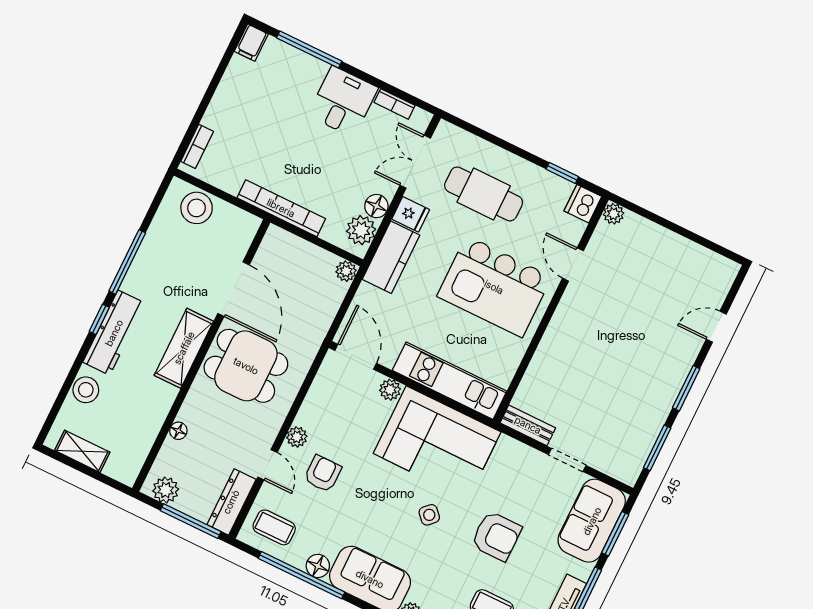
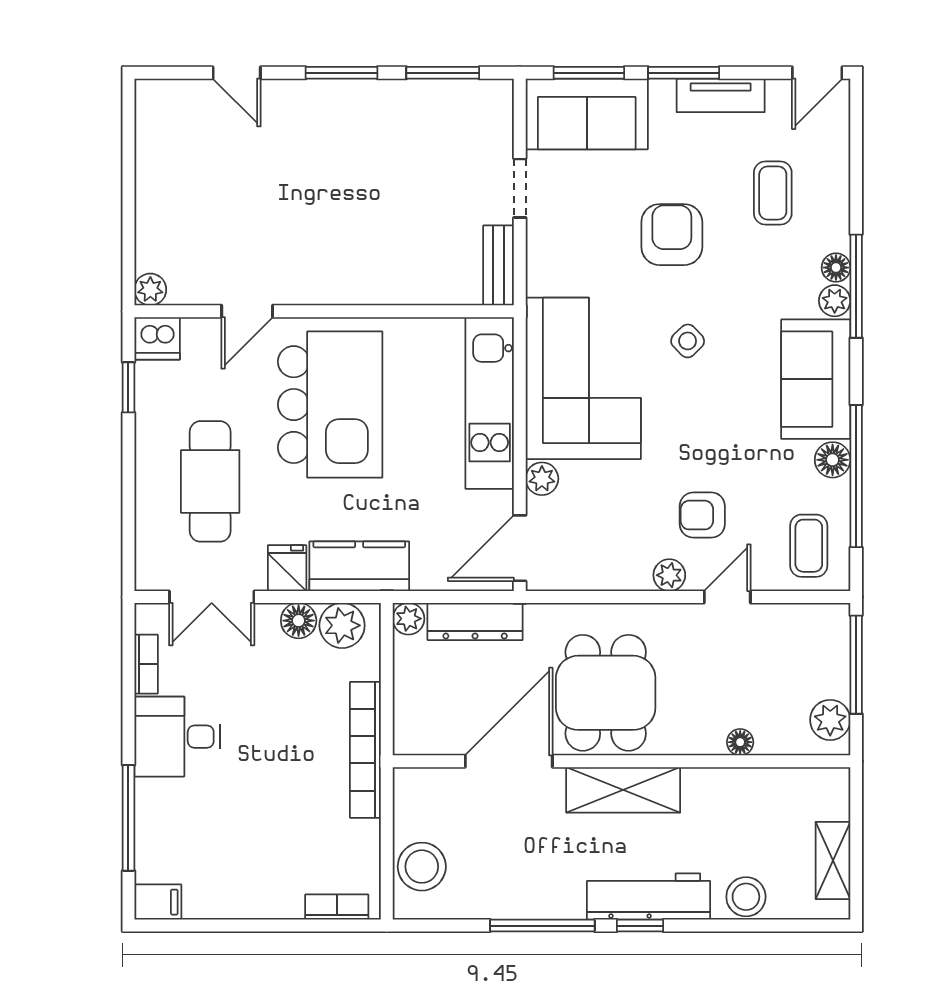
dresser: (231, 502) -> (475, 621), moved

